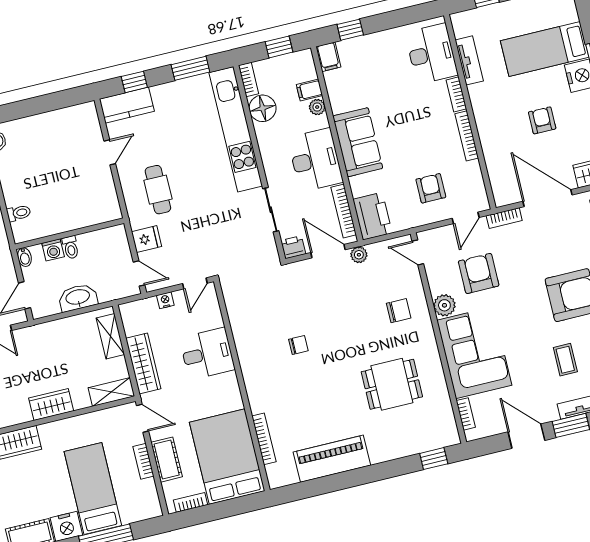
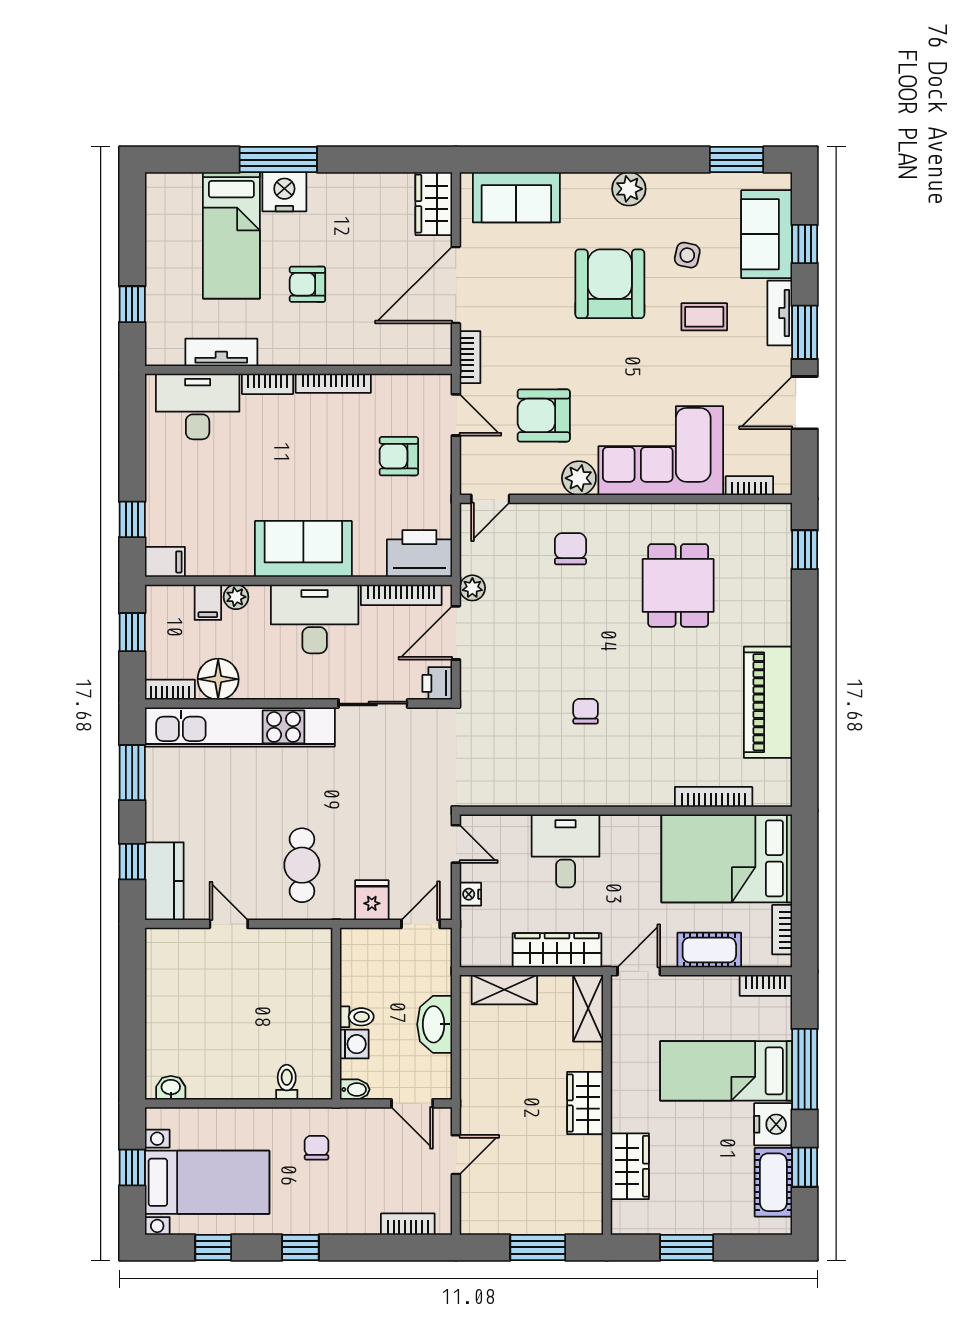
armchair: (542, 120) -> (307, 284), moved
cafe table: (158, 190) -> (302, 865), turned 90
bookcase: (143, 461) -> (766, 985), moved

